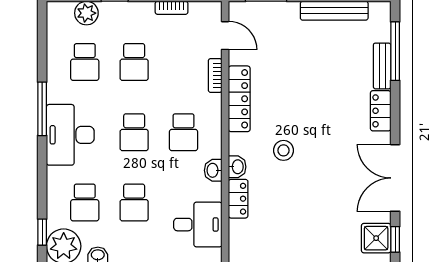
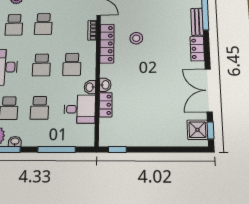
stool: (283, 150) -> (136, 38), moved
desk: (198, 225) -> (80, 109), moved

